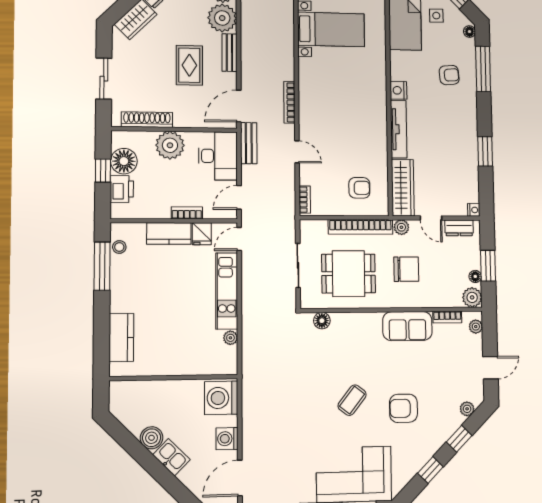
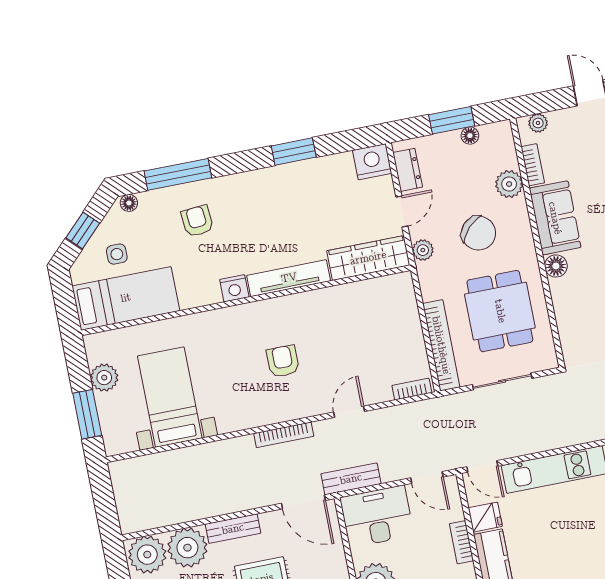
armchair: (359, 188) -> (283, 361), moved
nightstand: (474, 210) -> (372, 162), width x1.89, depth x1.79
bookcase: (360, 227) -> (441, 345), moved
chair: (406, 269) -> (478, 233), turned 134
plant: (472, 297) -> (509, 184), moved
floor lamp: (322, 321) -> (556, 266), moved

